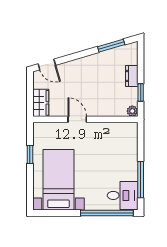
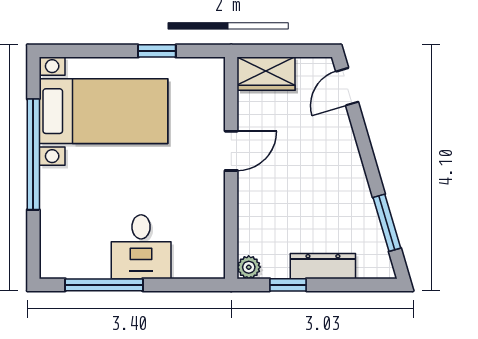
dresser: (132, 76) -> (323, 266), width x1.44
desk: (123, 195) -> (141, 247), moved
window: (107, 213) -> (33, 154), moved

